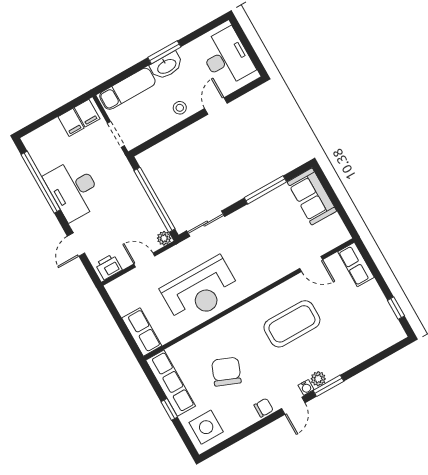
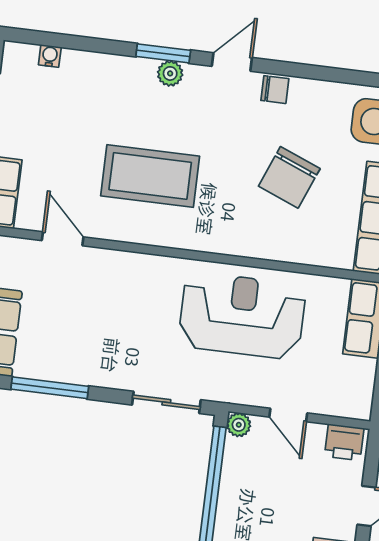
water cooler: (306, 387) -> (50, 56), moved
chair: (264, 408) -> (275, 90), turned 180

